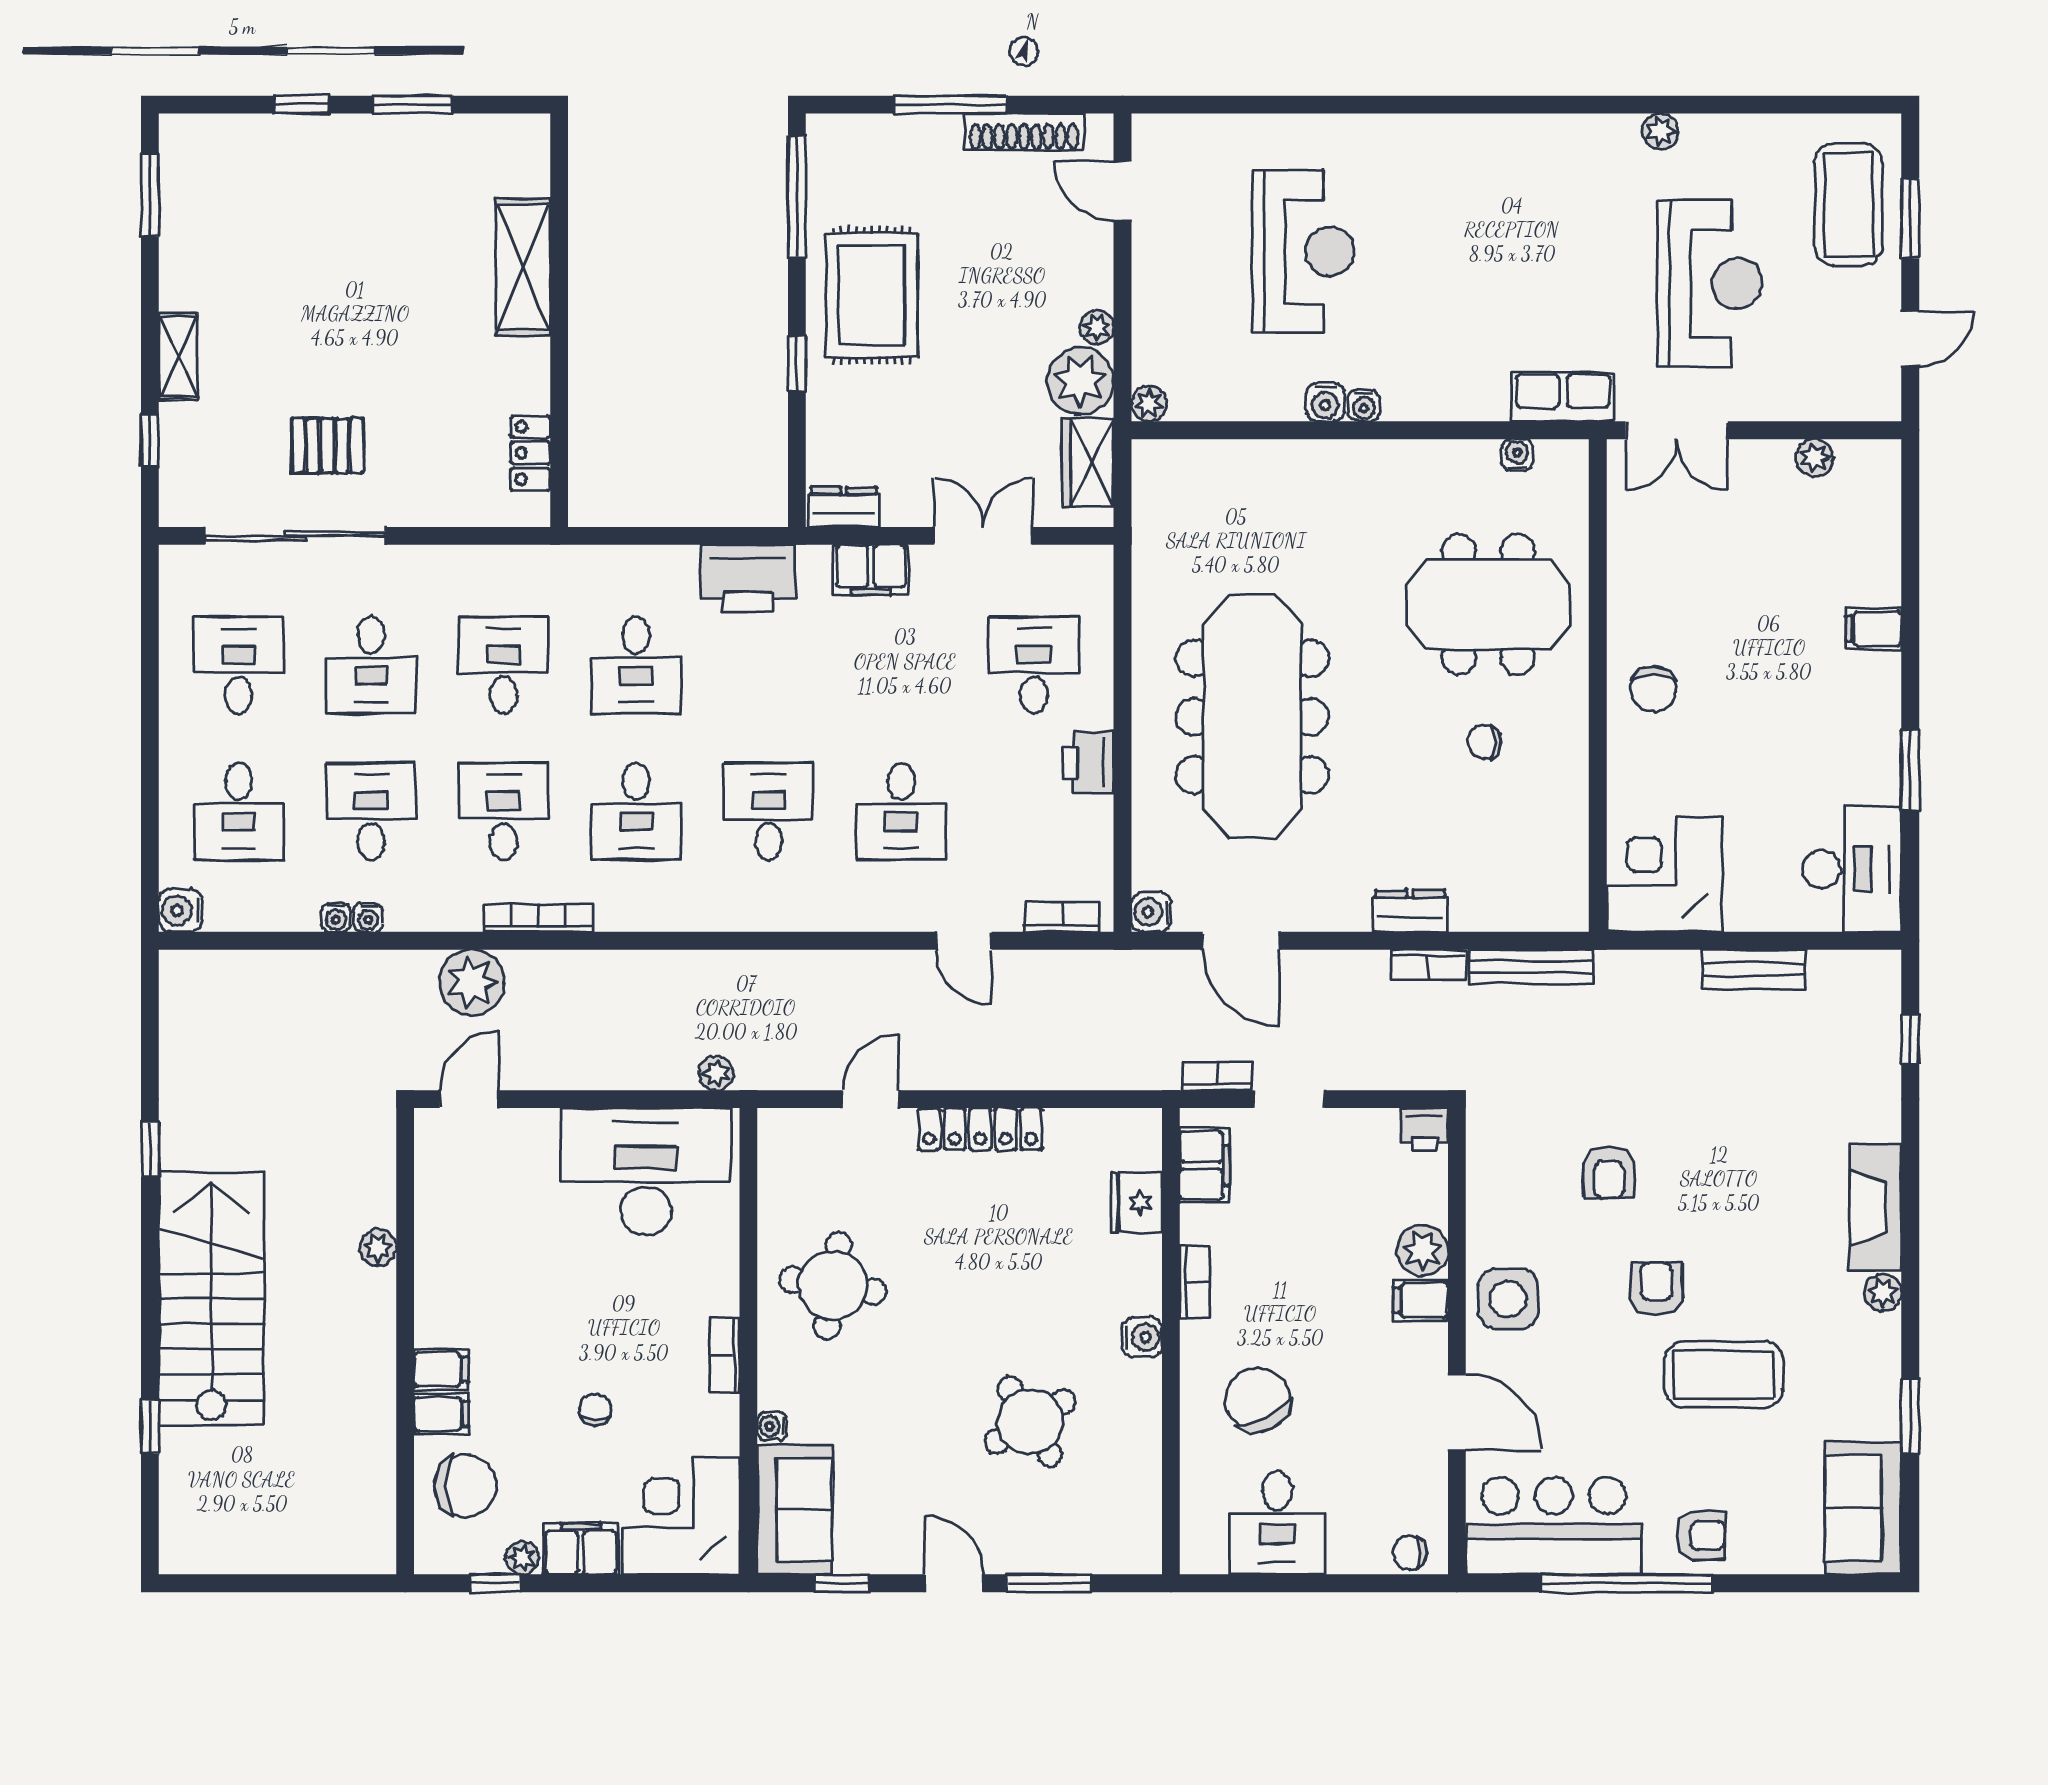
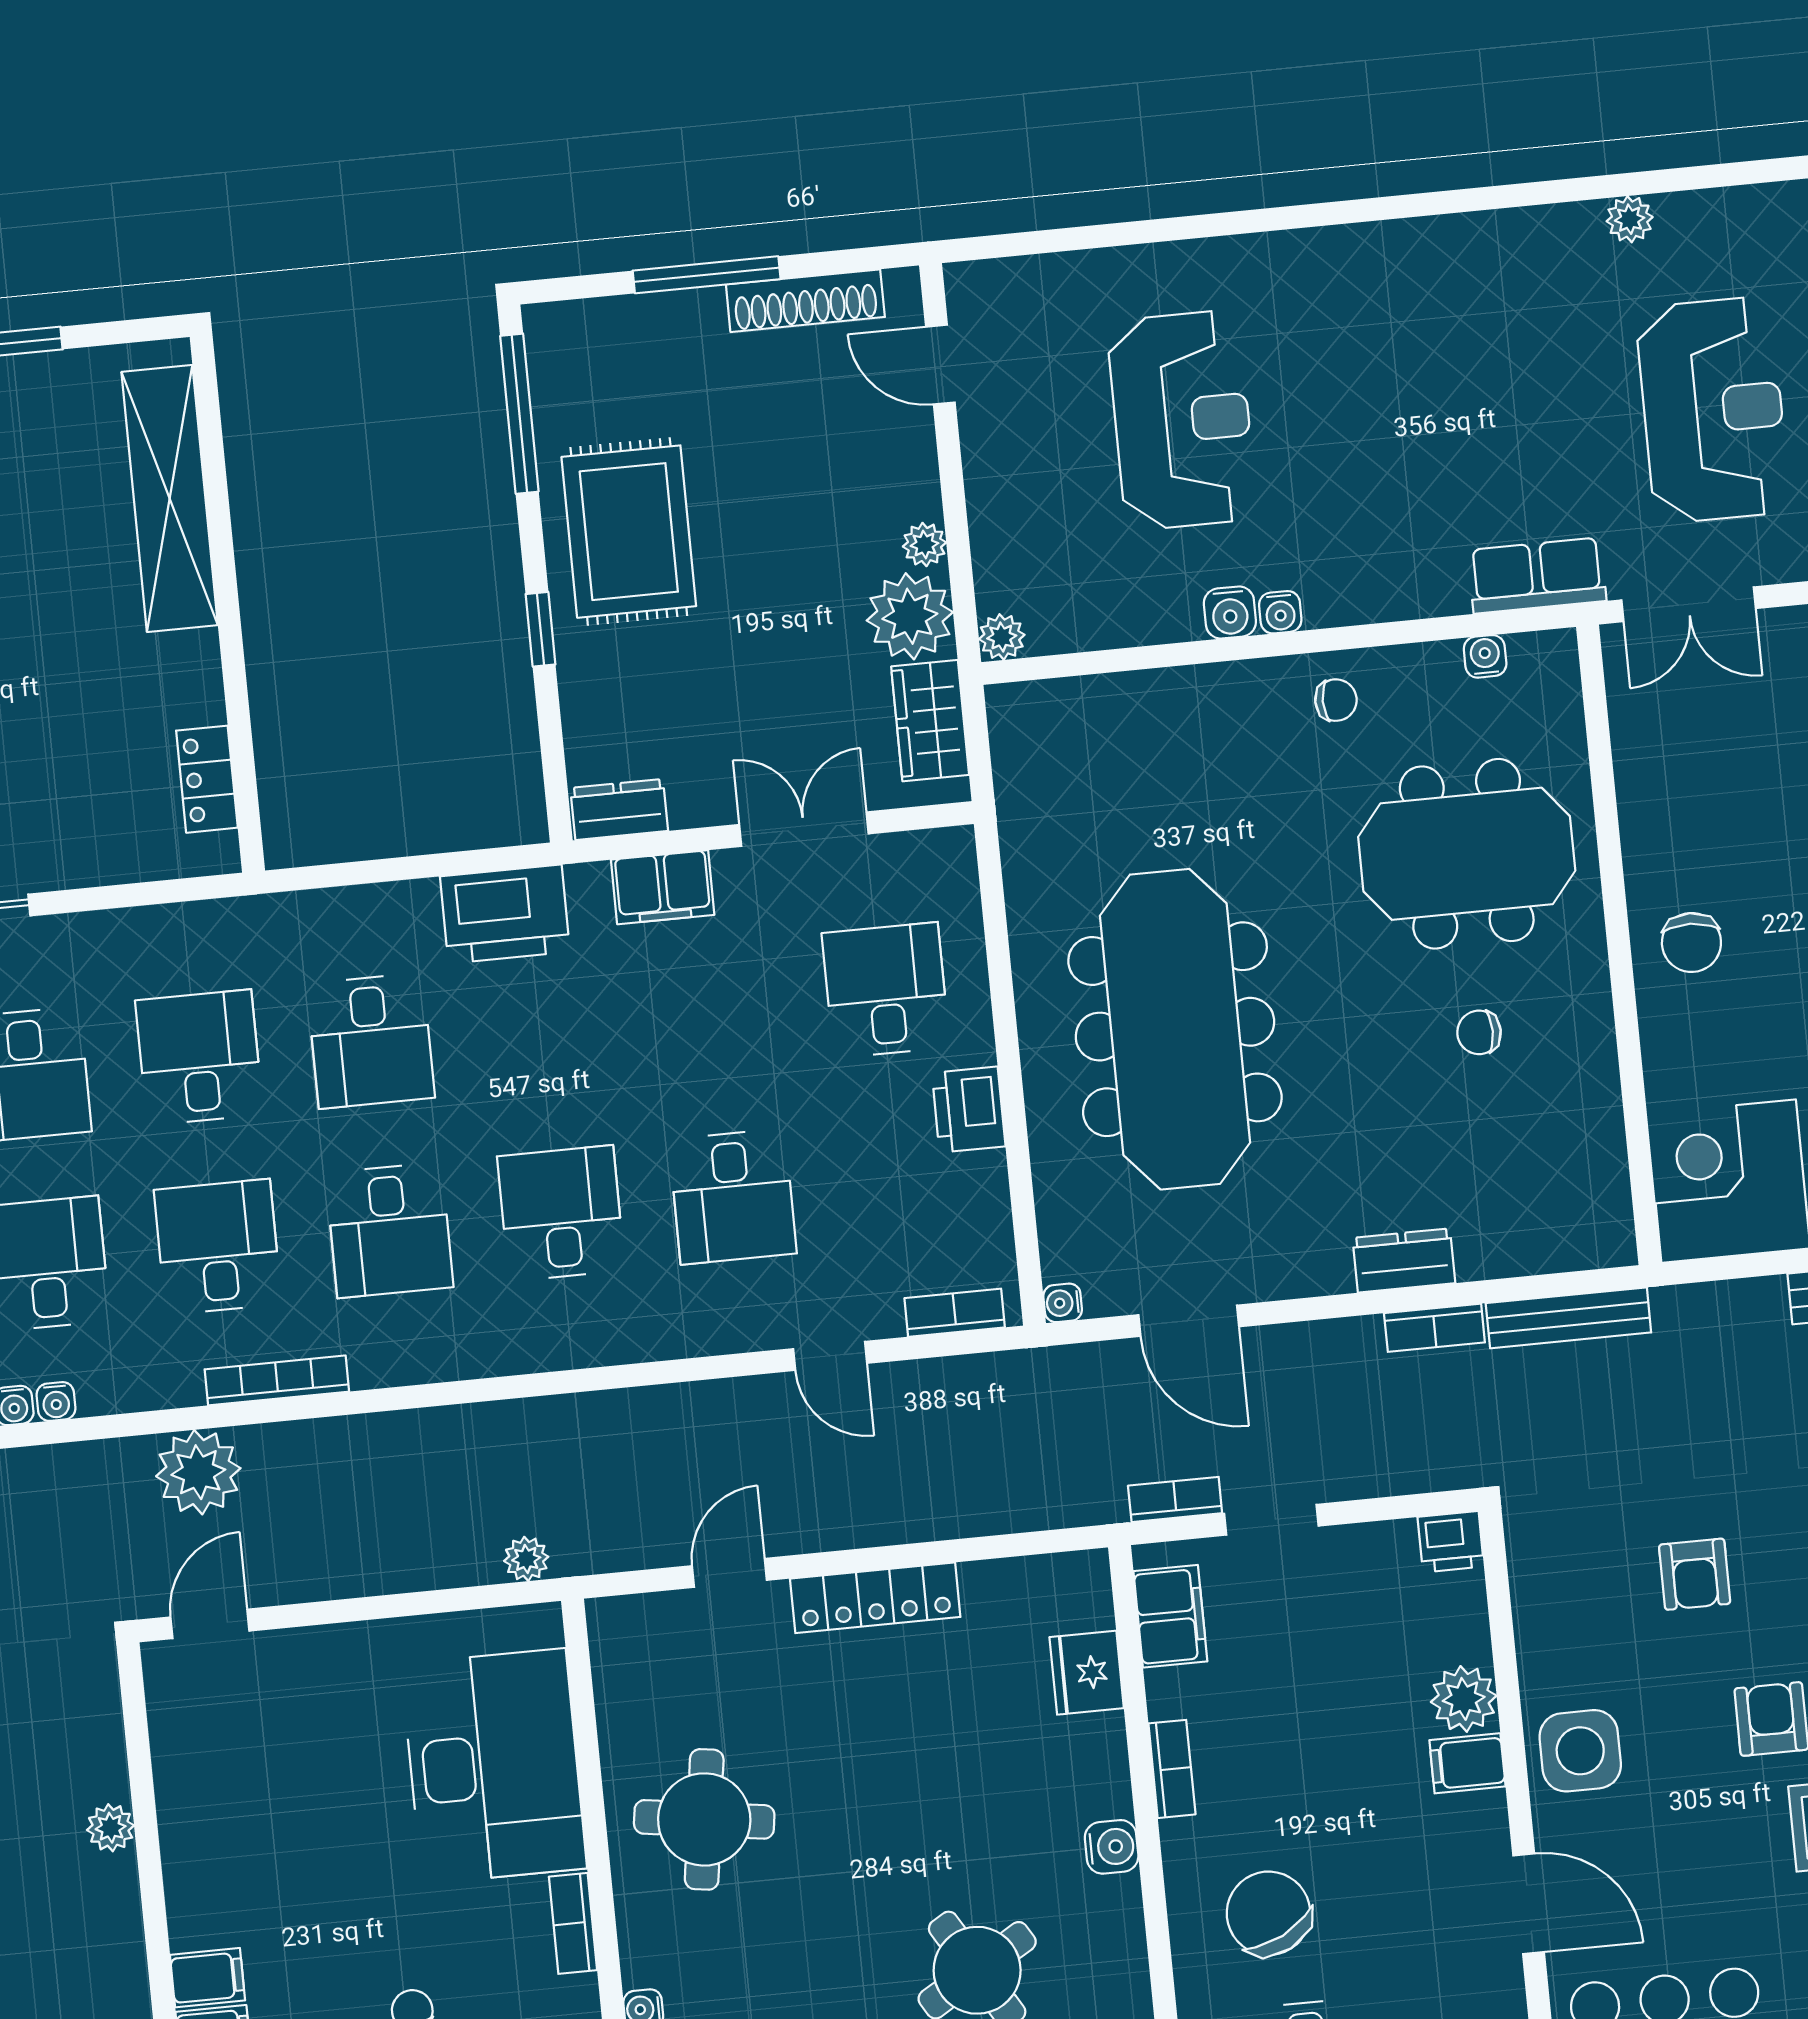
shelving: (523, 267) -> (170, 499), width x1.47
chair: (1400, 477) -> (1336, 700), added
water cooler: (1151, 912) -> (1063, 1303), width x0.72, depth x0.72
desk: (646, 1172) -> (494, 1766), moved, turned 90

